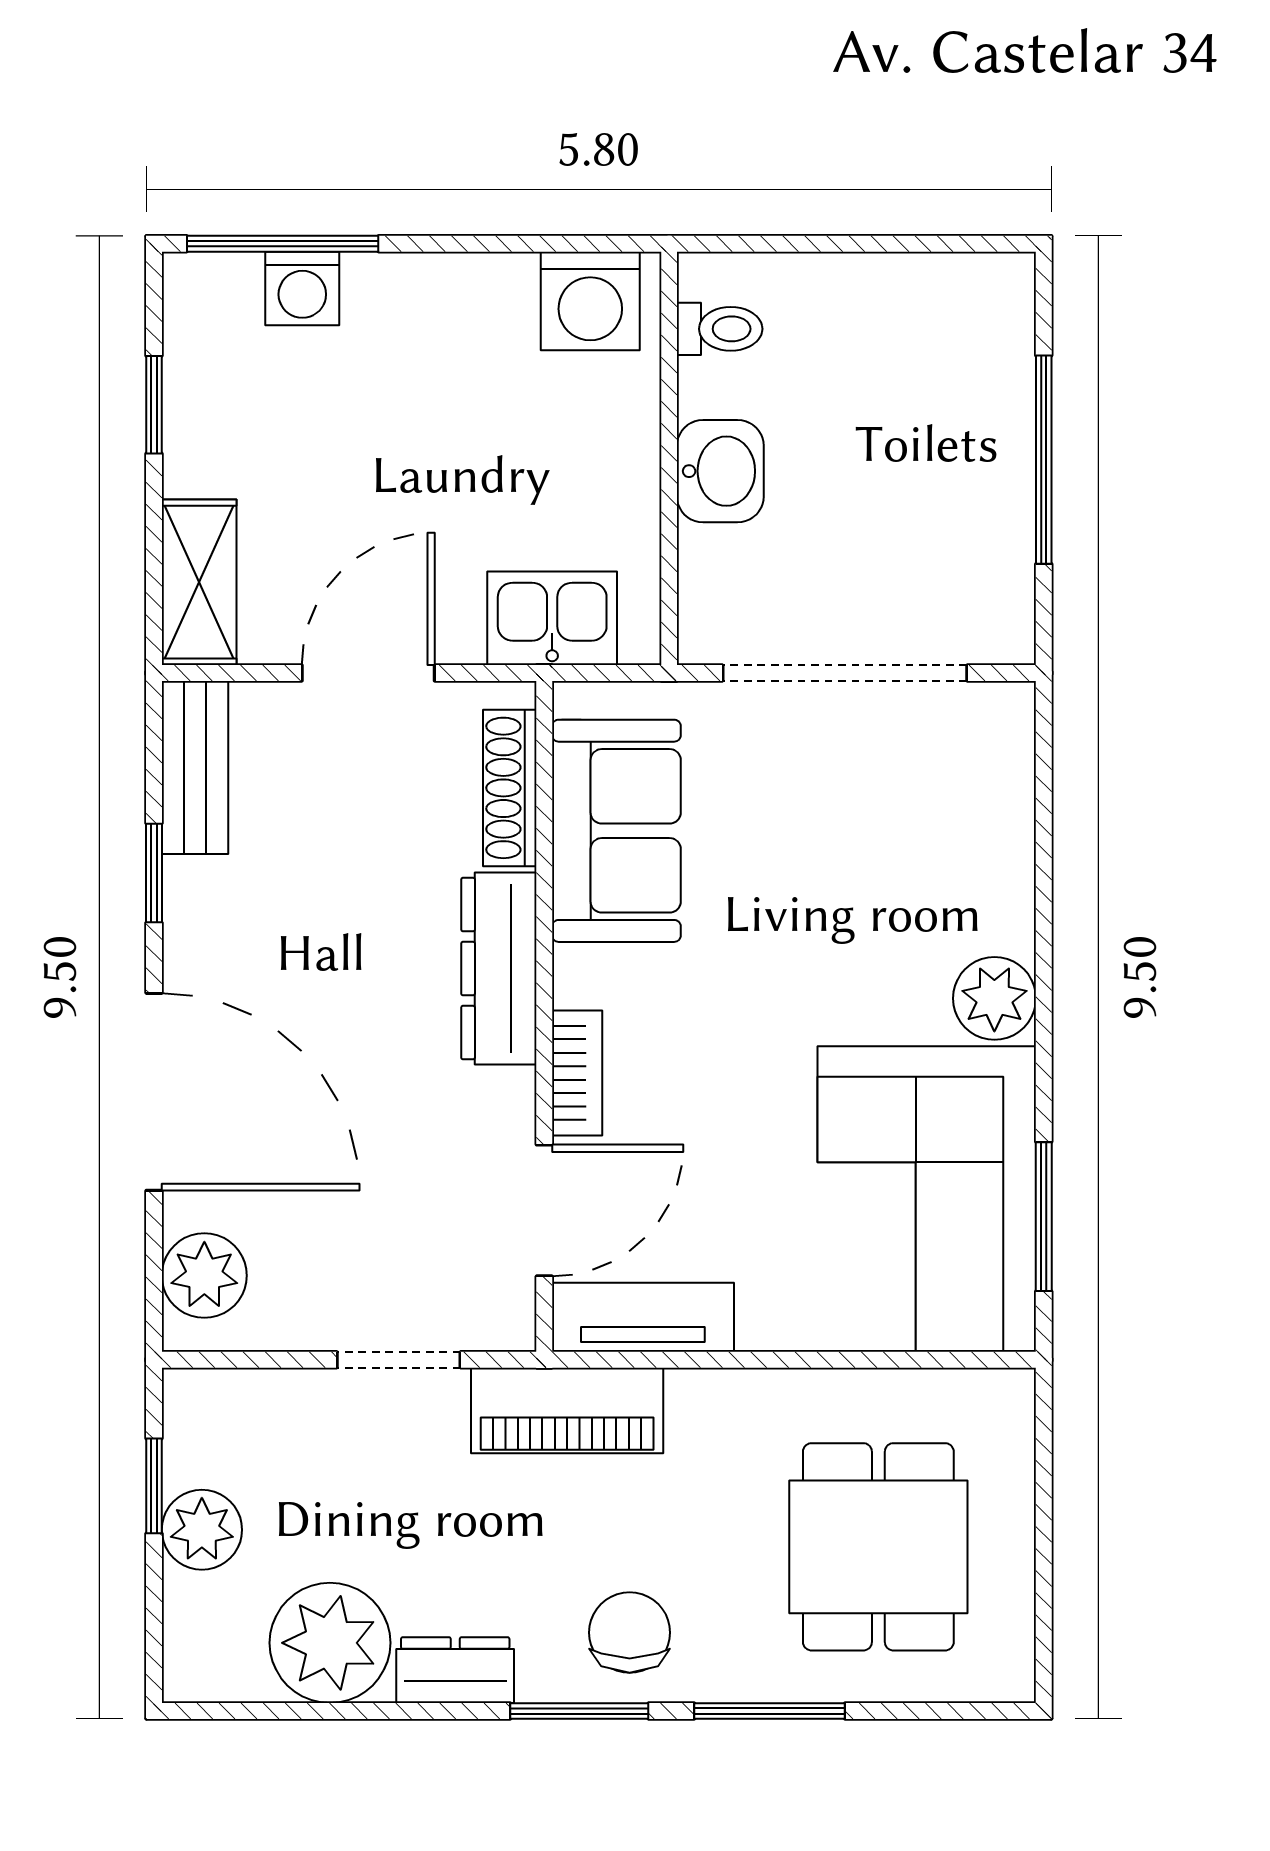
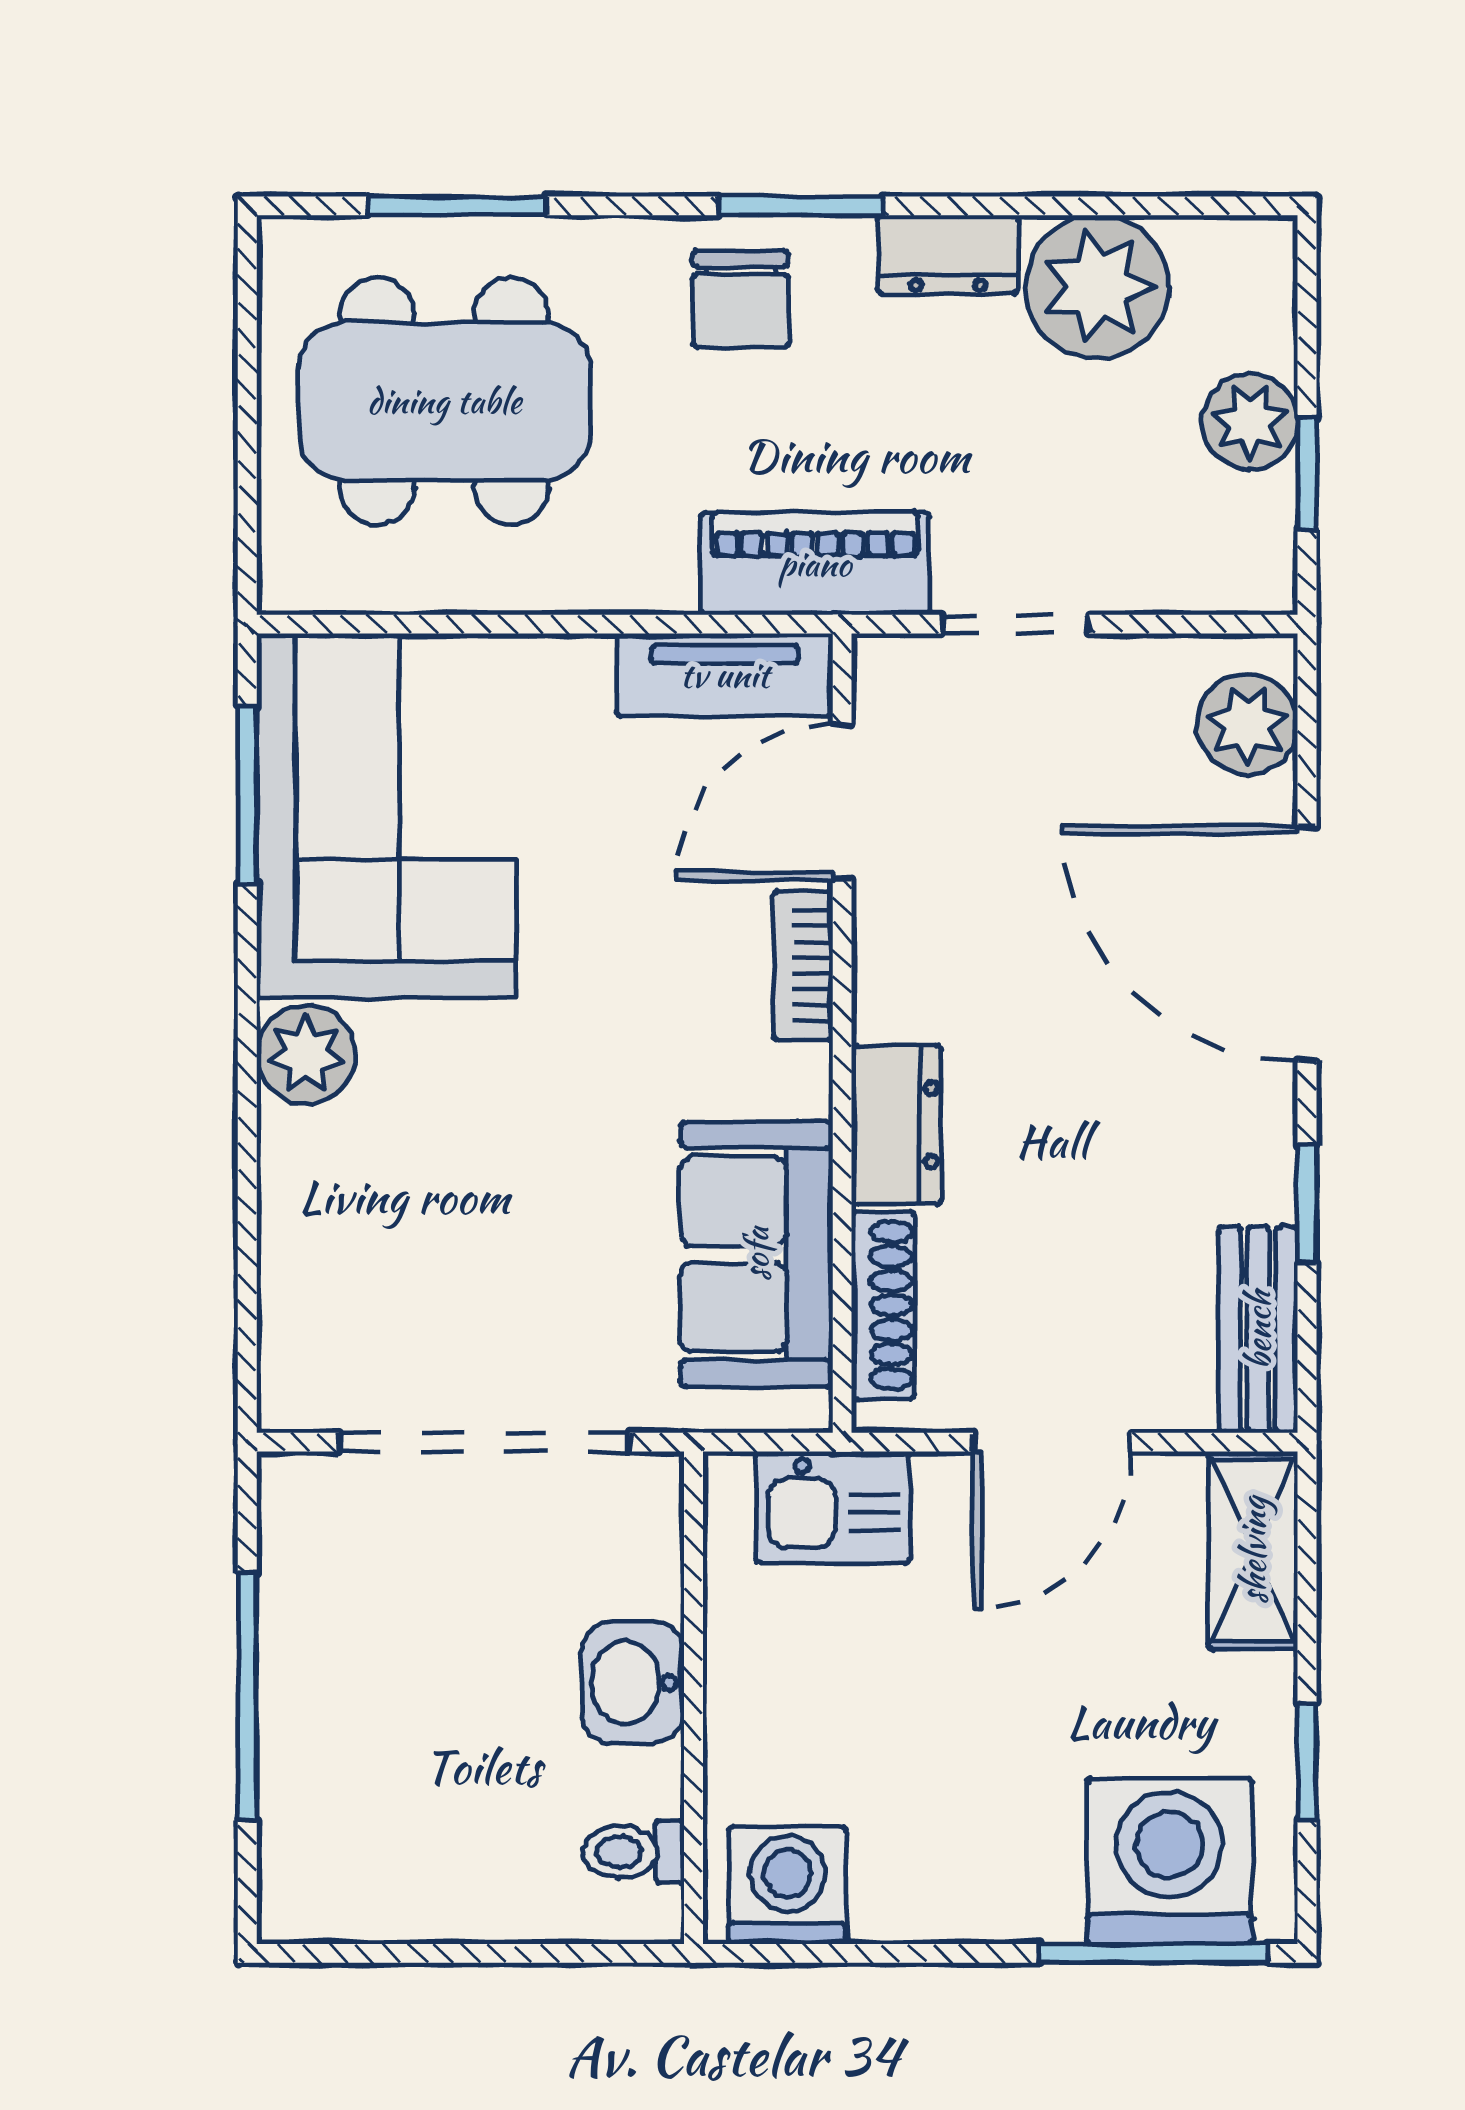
washing machine: (302, 288) -> (1169, 1861), width x1.89, depth x1.89
dresser: (499, 969) -> (896, 1125), width x0.70
dining table: (878, 1547) -> (444, 401), width x1.38
window: (770, 1711) -> (457, 206), moved

